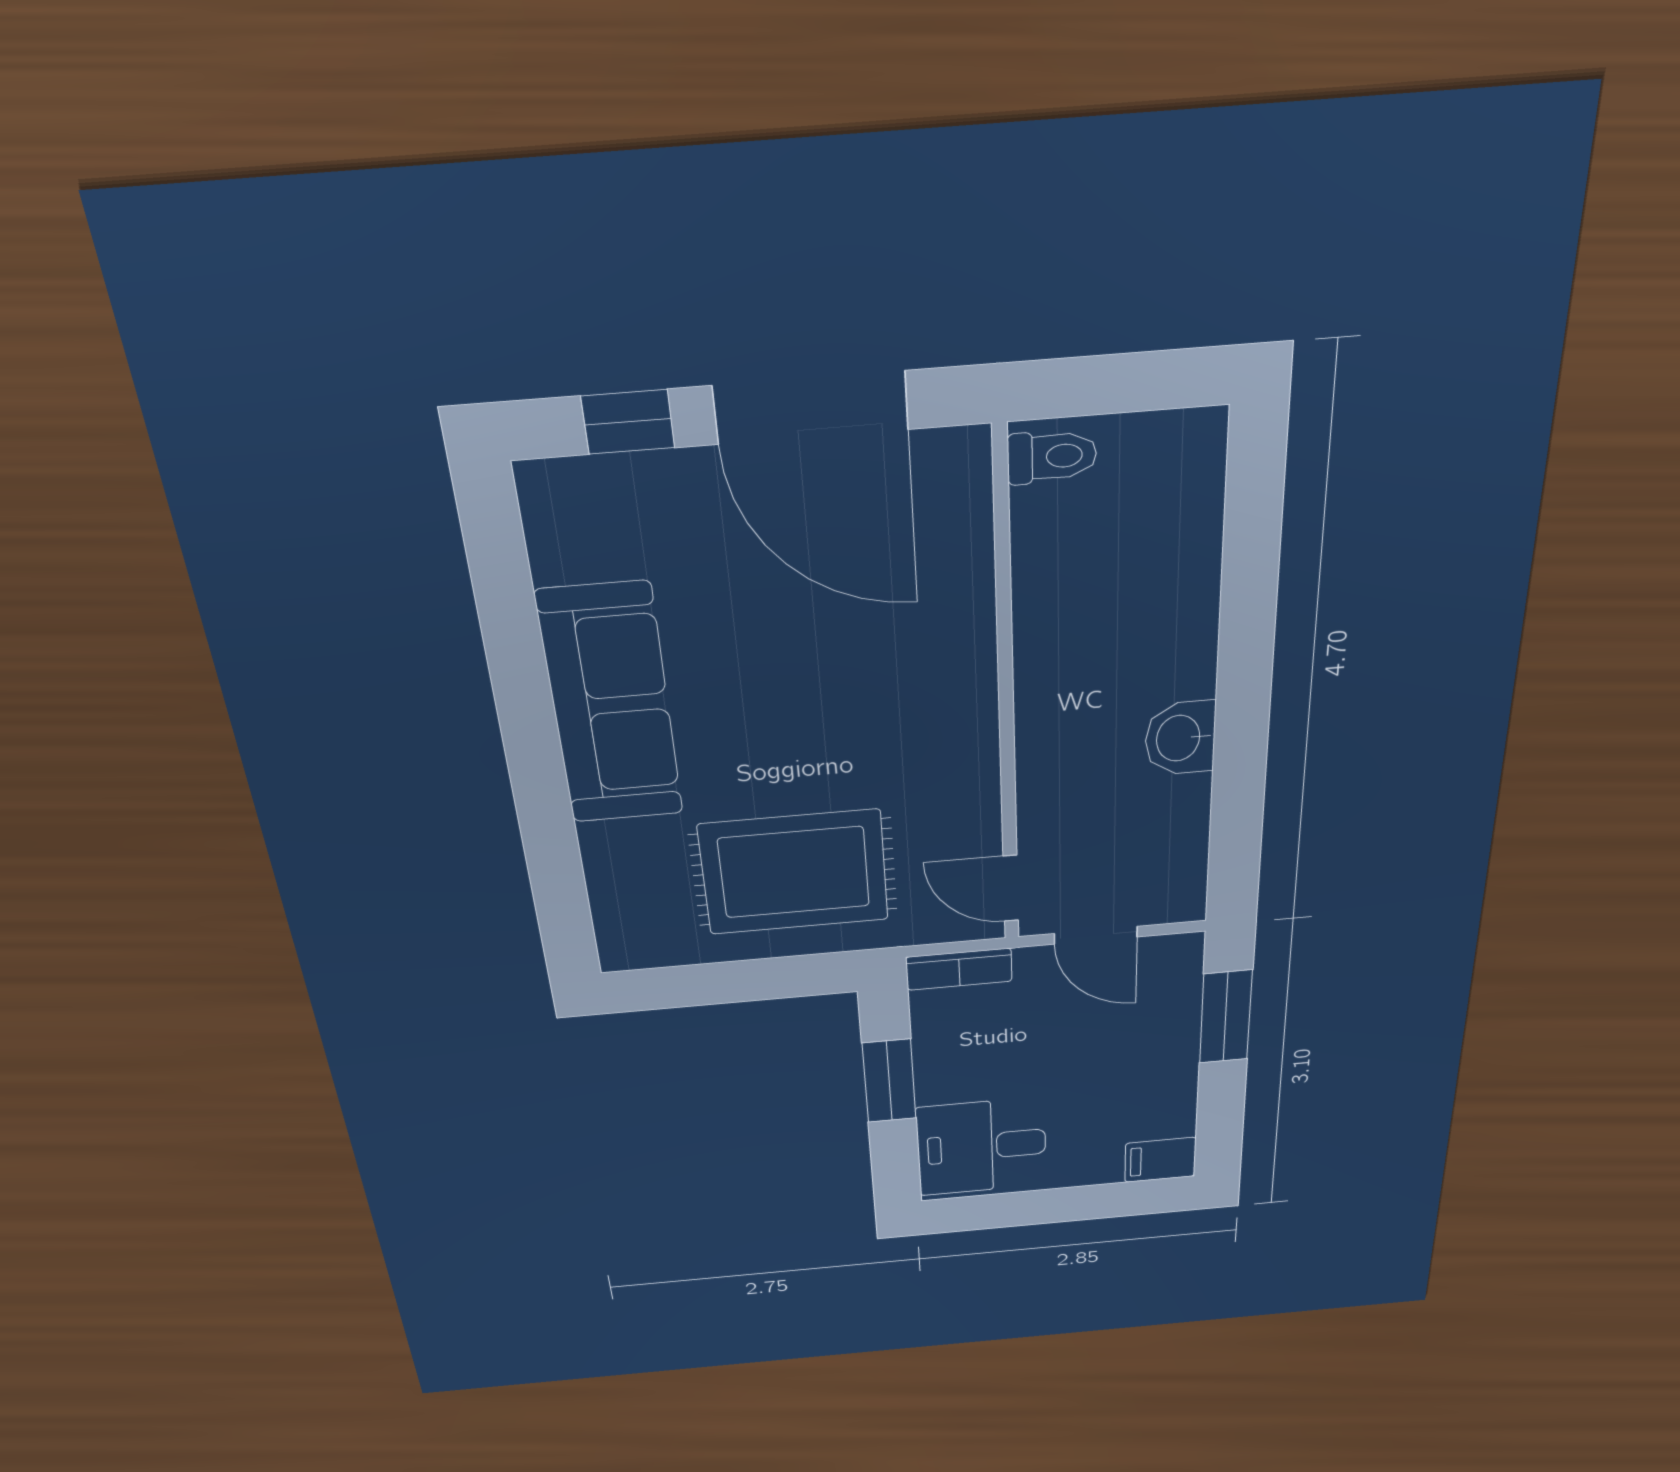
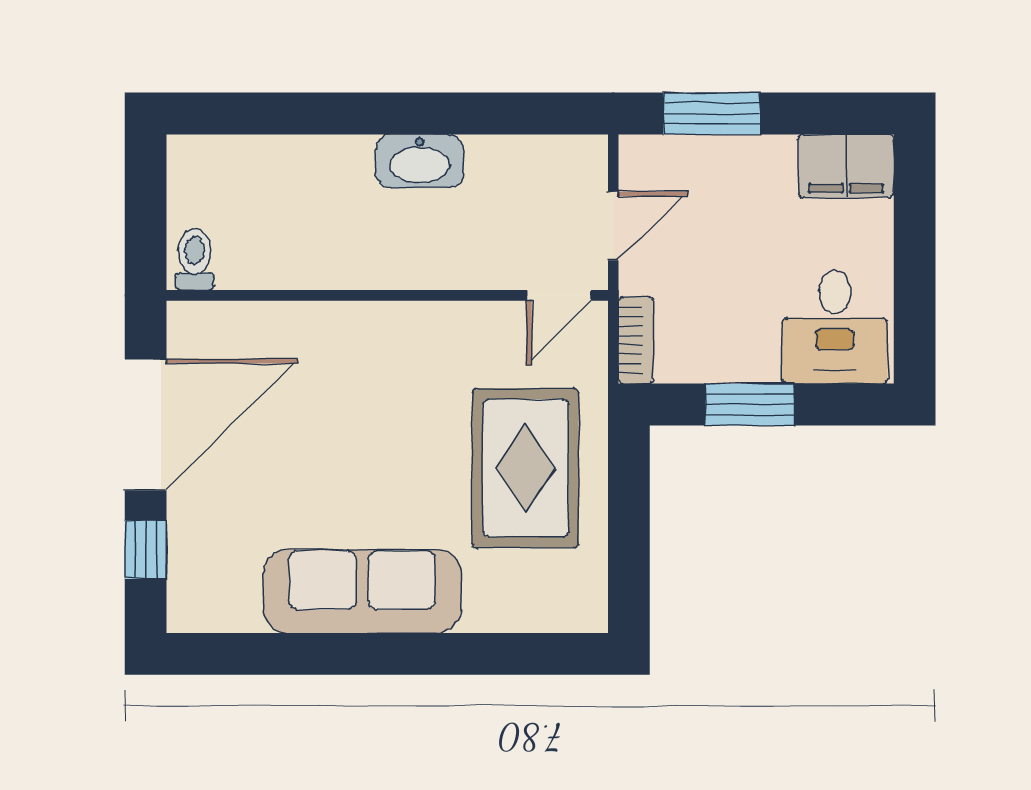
washbasin: (1180, 738) -> (420, 161), width x1.38
filing cabinet: (1160, 1160) -> (846, 166), width x2.00

